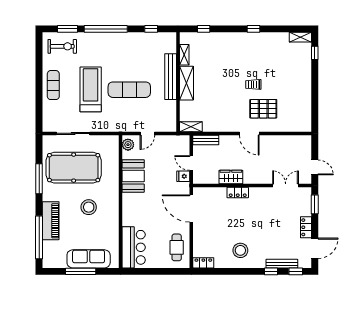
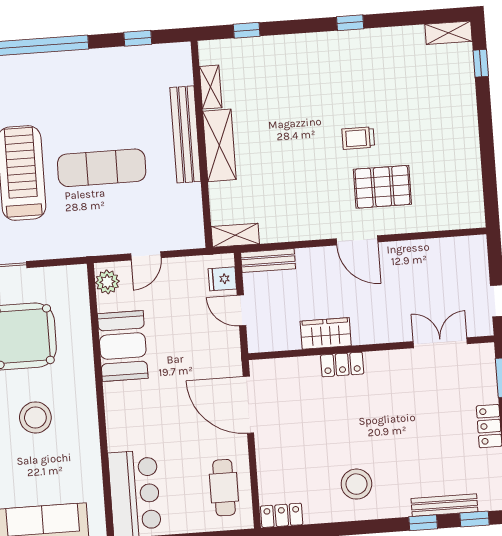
fridge: (183, 176) -> (222, 279), moved

